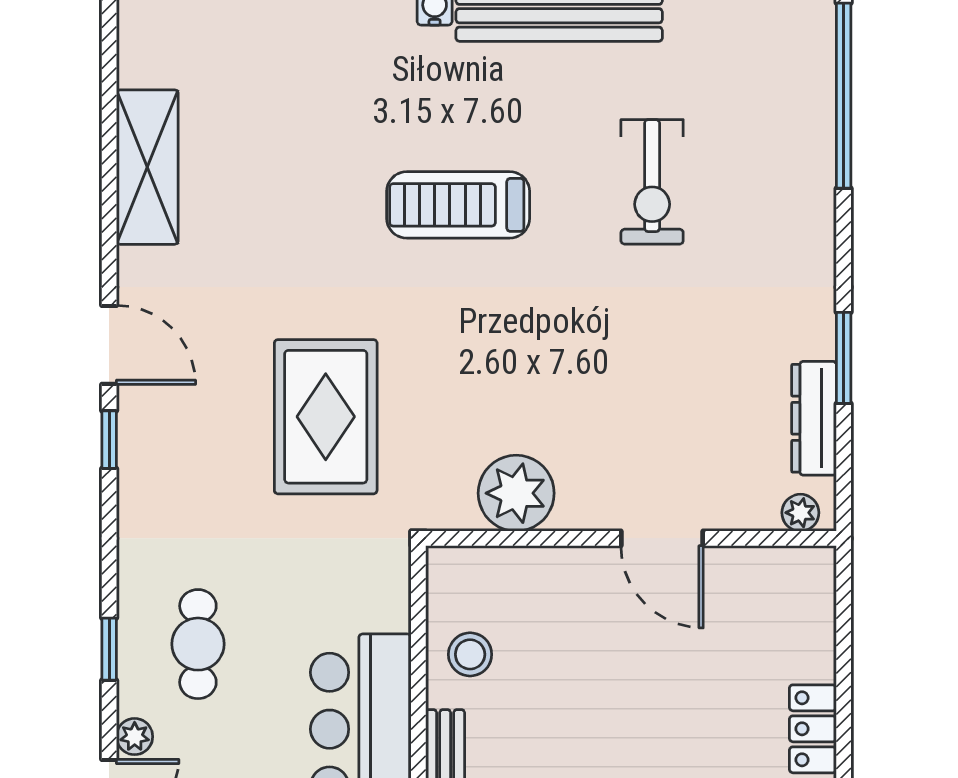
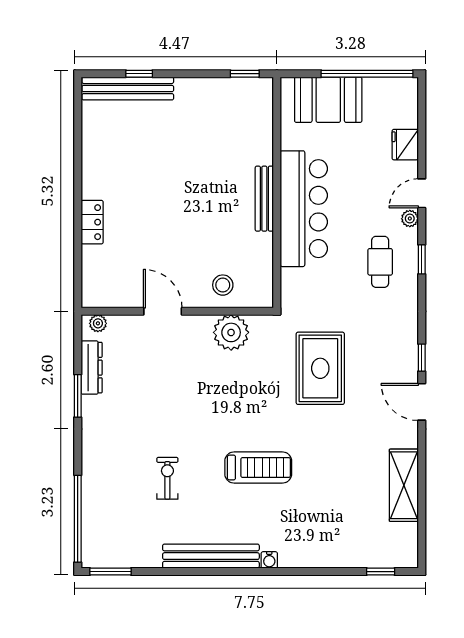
exercise bike: (652, 182) -> (167, 478), width x0.73, depth x0.72
stool: (470, 654) -> (223, 285), moved

